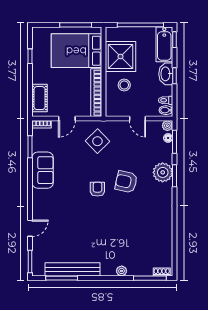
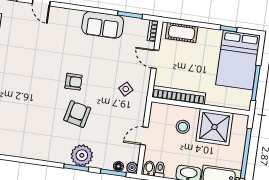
bed: (76, 51) -> (238, 60), moved, turned 180
side table: (97, 141) -> (126, 89), width x0.54, depth x0.54

